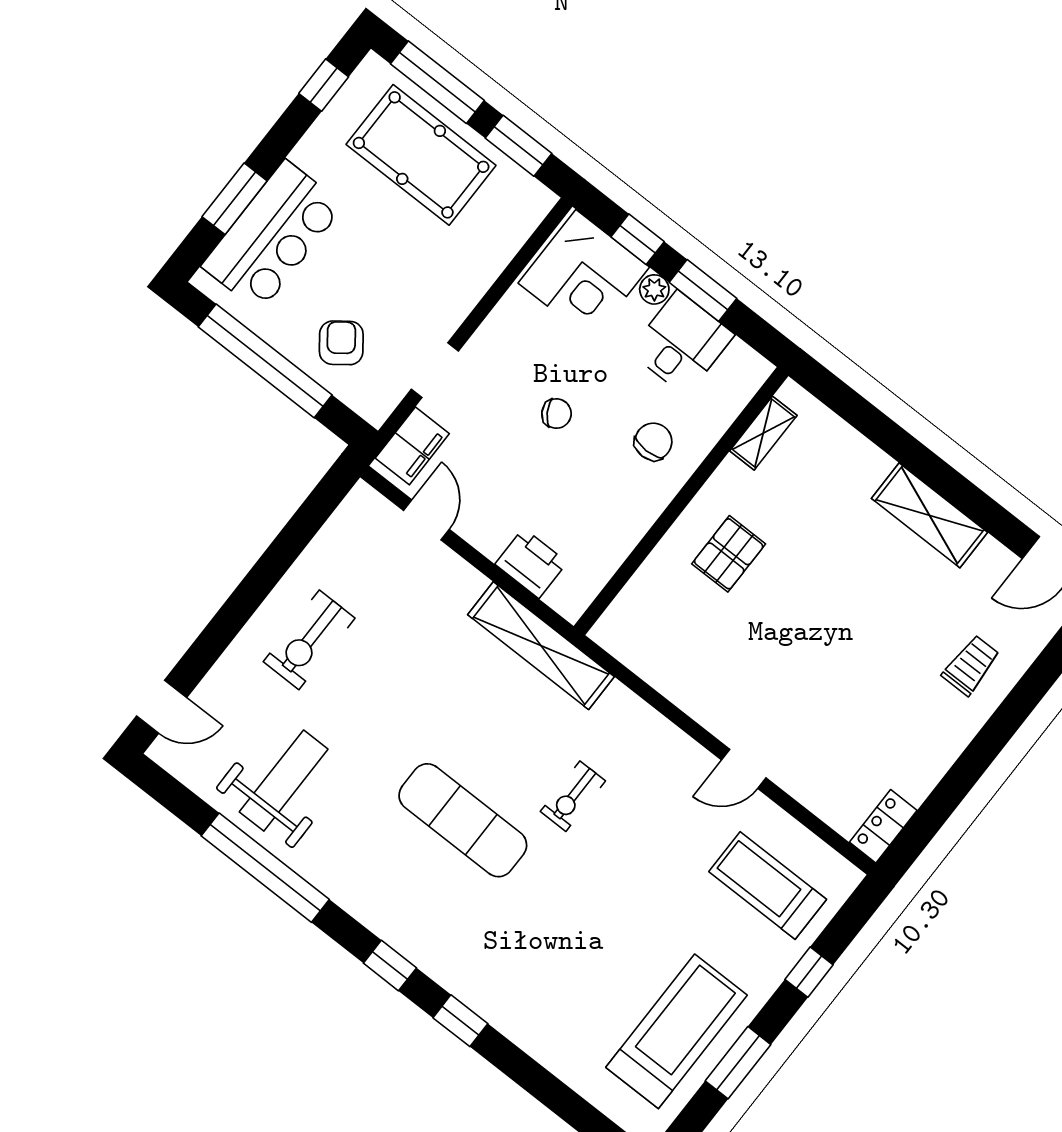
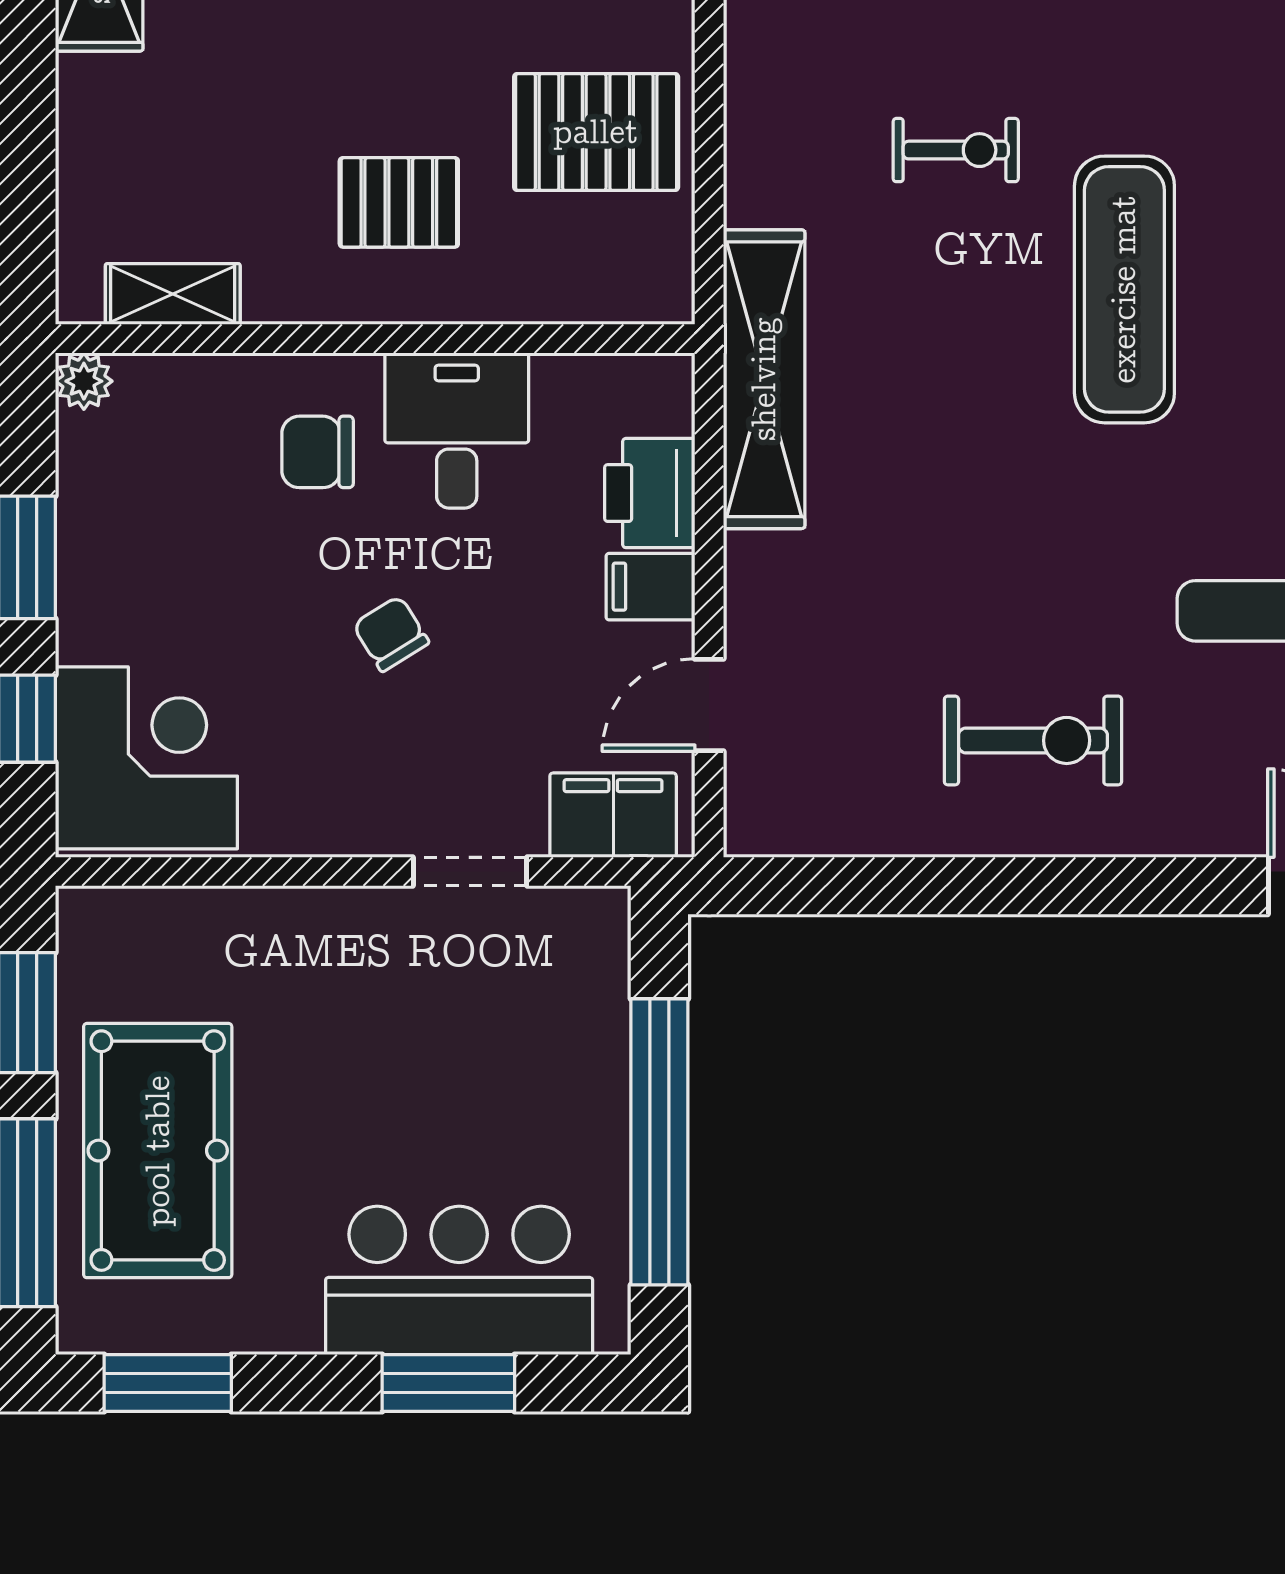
window: (324, 85) -> (168, 1383), width x1.50
plant: (654, 289) -> (84, 381), moved
armchair: (341, 343) -> (541, 1047), removed
desk: (682, 343) -> (457, 430), moved, turned 90
filing cabinet: (493, 534) -> (650, 587), added
pallet: (694, 656) -> (596, 132), added

